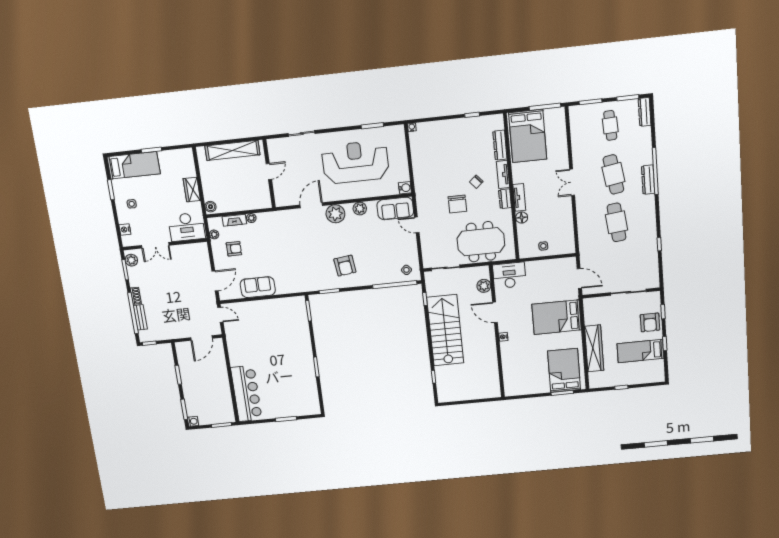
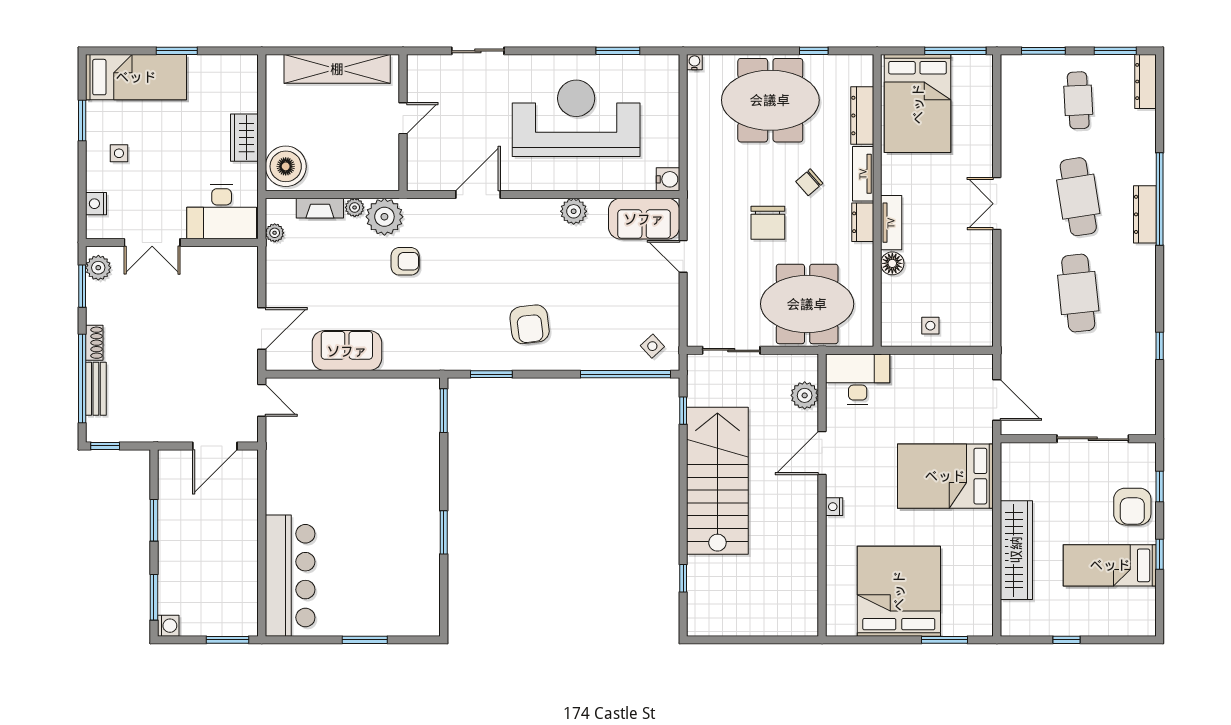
meeting table: (452, 142) -> (770, 100), added
boiler: (211, 207) -> (286, 166), width x1.86, depth x1.86
plant: (335, 214) -> (384, 217), moved
armchair: (234, 249) -> (405, 261), moved
door: (495, 312) -> (822, 453), hinge flipped
bed: (564, 370) -> (899, 591), moved, width x1.36

